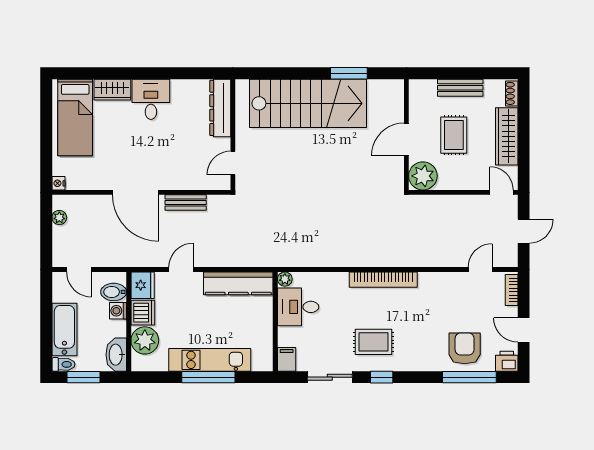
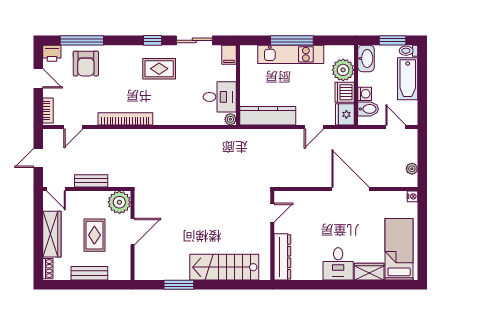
stairs: (308, 103) -> (224, 267), width x0.73, depth x0.66
bench: (186, 203) -> (91, 181), moved
bookcase: (383, 280) -> (125, 119), moved

